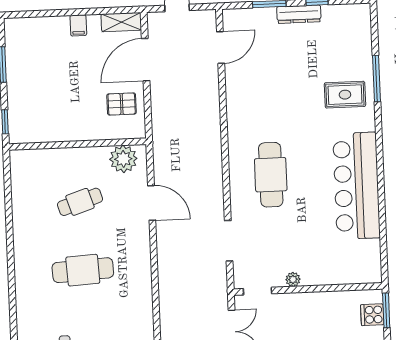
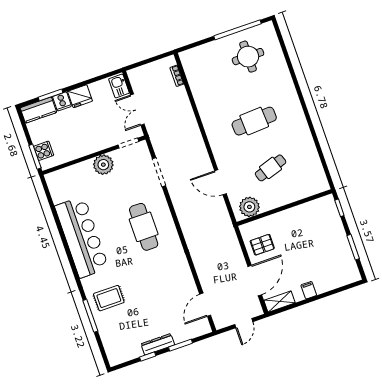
plant: (293, 279) -> (103, 165), width x1.88, depth x1.88

